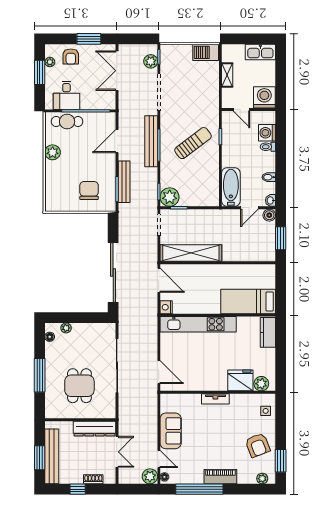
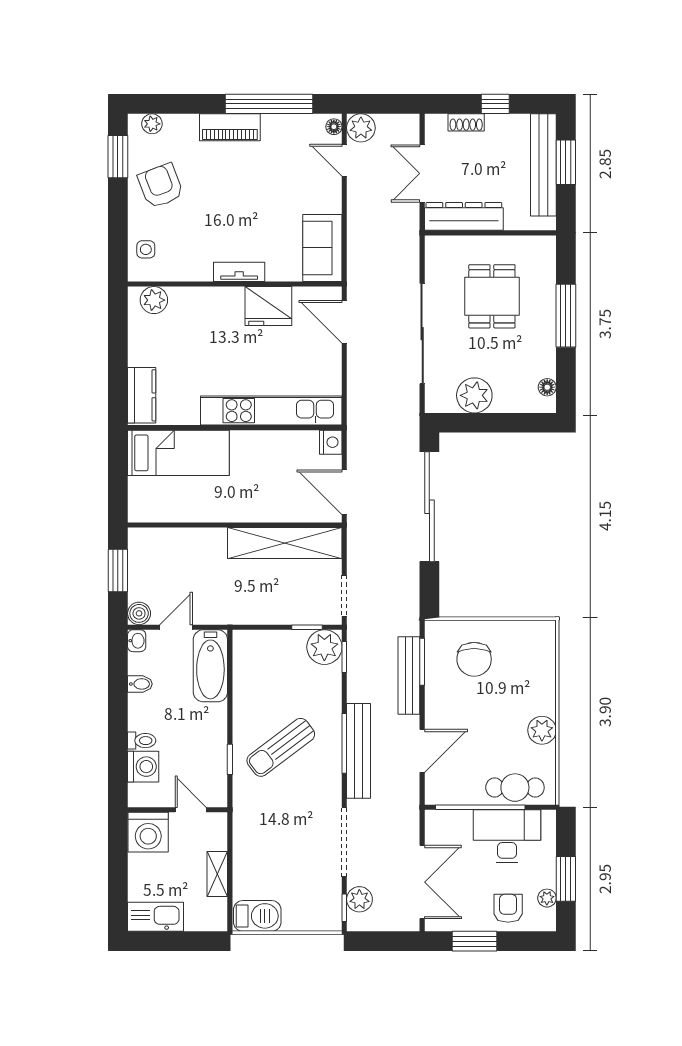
desk: (66, 95) -> (507, 836), width x1.37
plant: (66, 328) -> (474, 395), moved, width x1.88, depth x1.88
fridge: (240, 380) -> (268, 306), moved
sofa: (171, 431) -> (322, 248), moved

